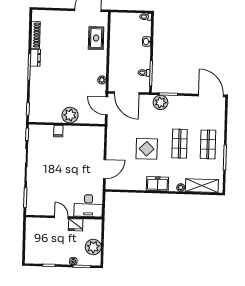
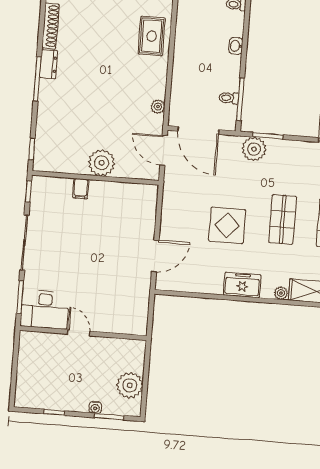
desk: (88, 206) -> (45, 309), moved
fridge: (76, 225) -> (102, 347), removed

